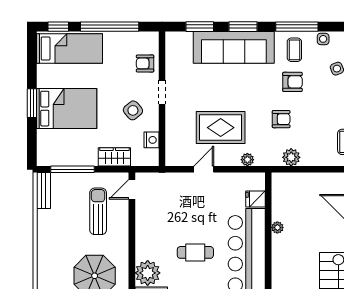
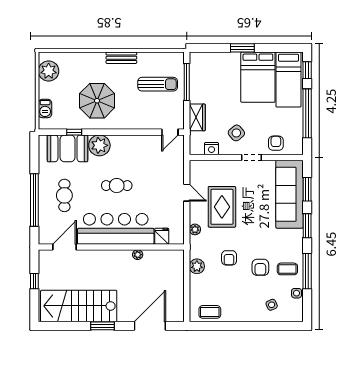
sofa: (234, 47) -> (289, 194), moved
bed: (67, 109) -> (258, 77), moved
door: (132, 189) -> (170, 132), swing flipped
bench: (44, 191) -> (121, 58), moved
sun lounger: (98, 211) -> (158, 84), moved
cafe table: (195, 252) -> (117, 186), turned 90

